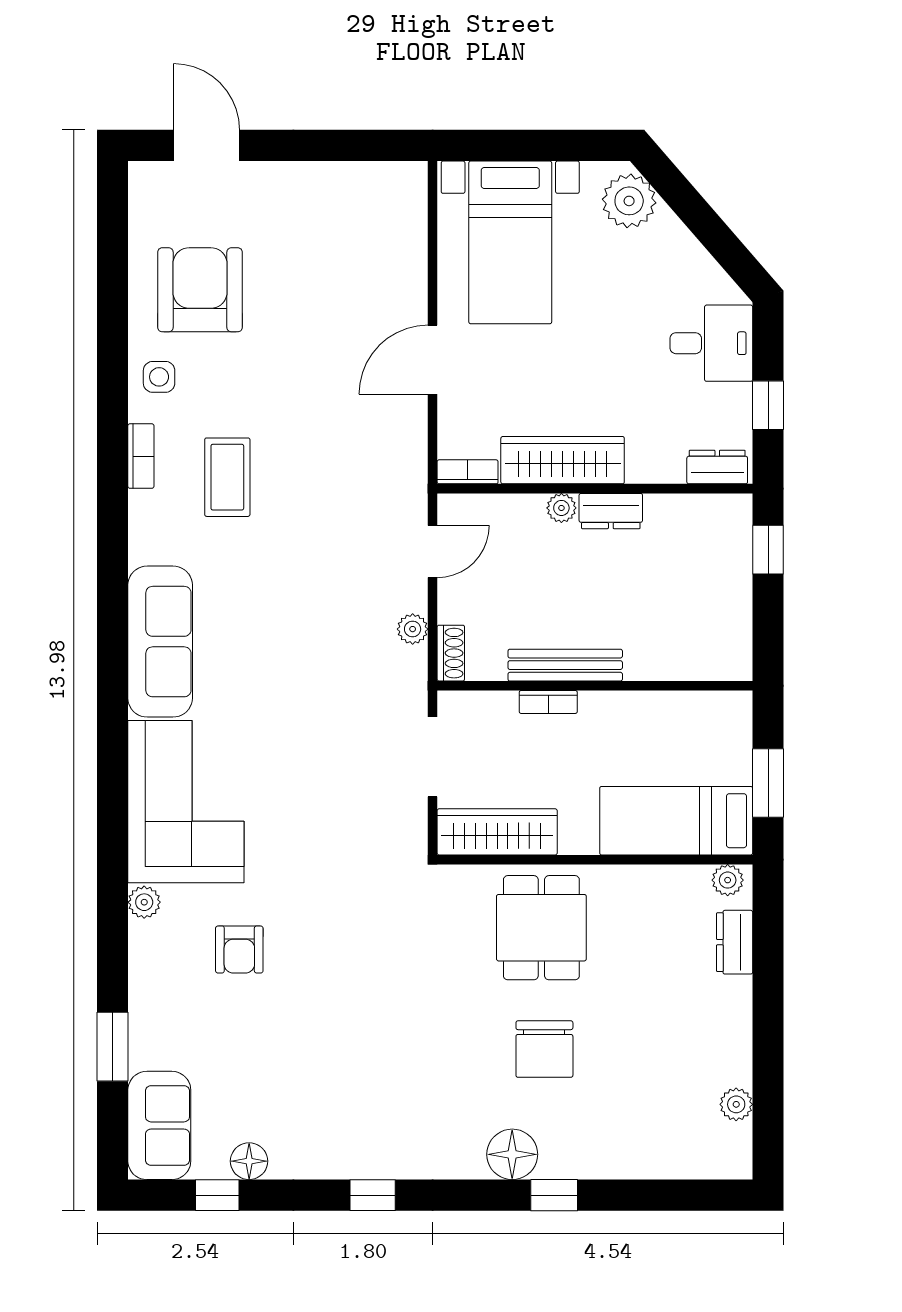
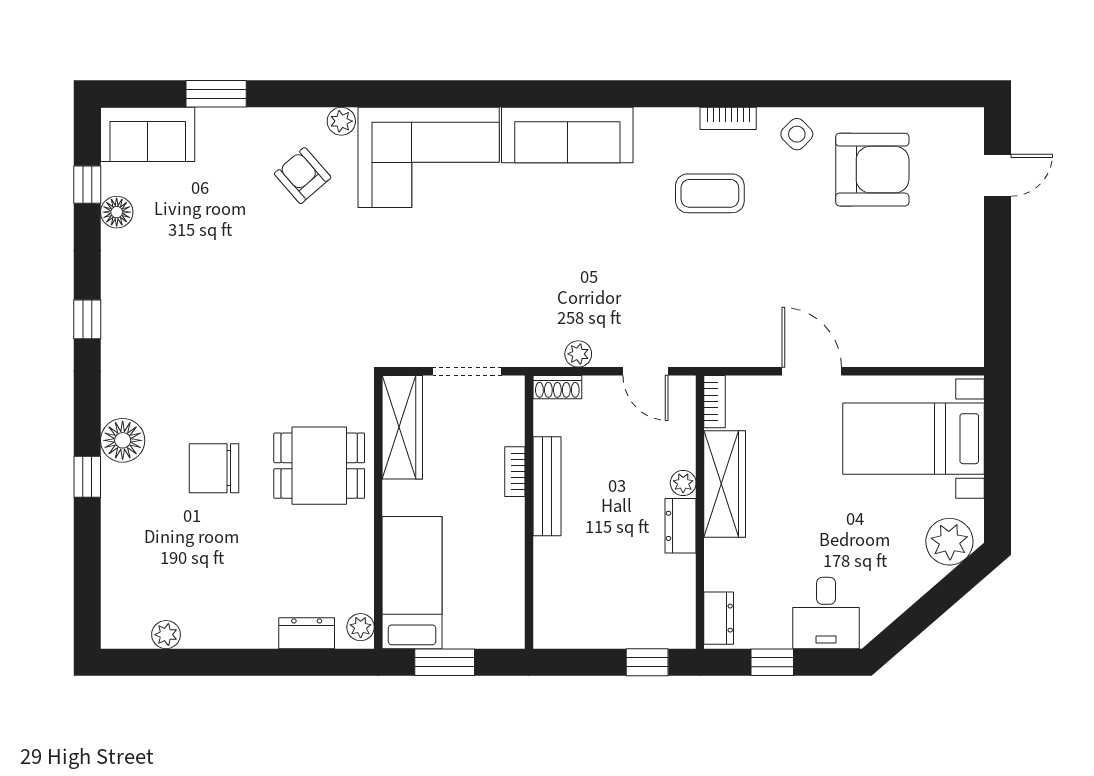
door: (207, 145) -> (998, 175), width x0.73
side table: (159, 377) -> (797, 134), turned 45
armchair: (239, 949) -> (303, 176), moved, turned 49

